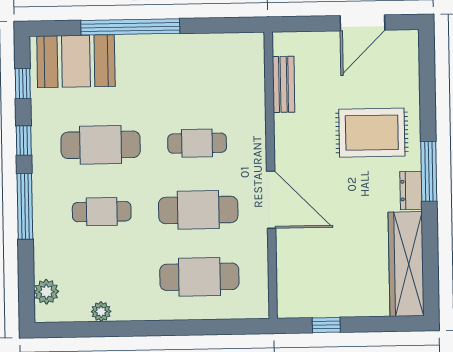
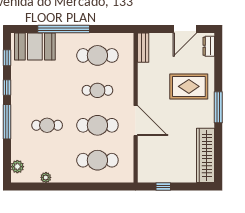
bench: (284, 84) -> (143, 48), moved
cafe table: (101, 145) -> (97, 55), moved
dresser: (411, 190) -> (209, 46), moved

